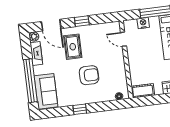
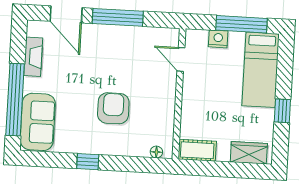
window: (82, 21) -> (118, 17), width x2.17
plant: (34, 36) -> (34, 28), removed
rug: (73, 47) -> (95, 57), removed
armchair: (89, 75) -> (113, 108), turned -90

